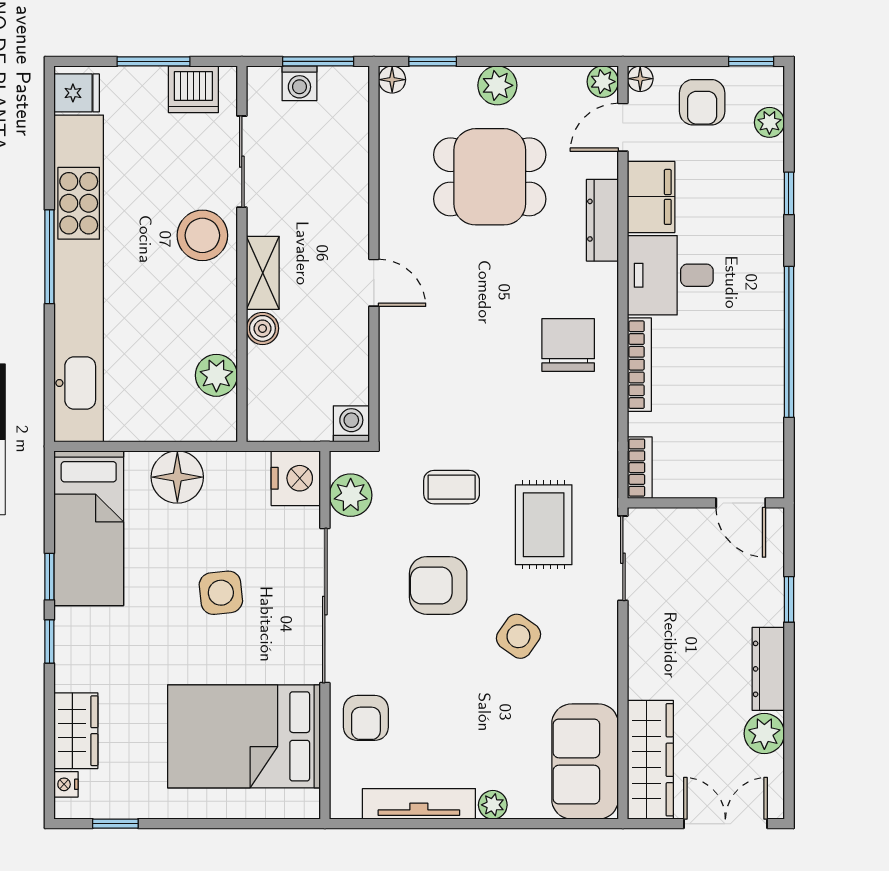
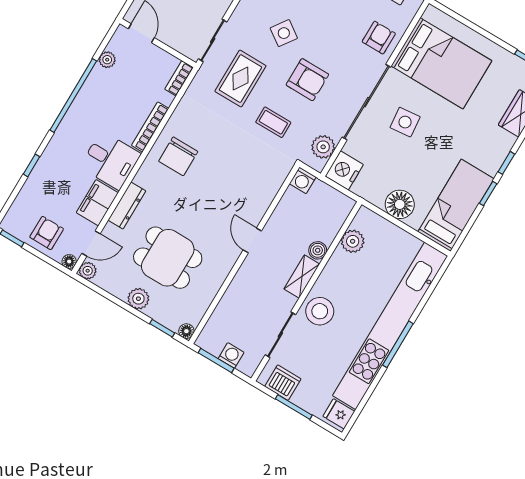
plant: (769, 122) -> (107, 60), moved
side table: (221, 593) -> (405, 122), moved

